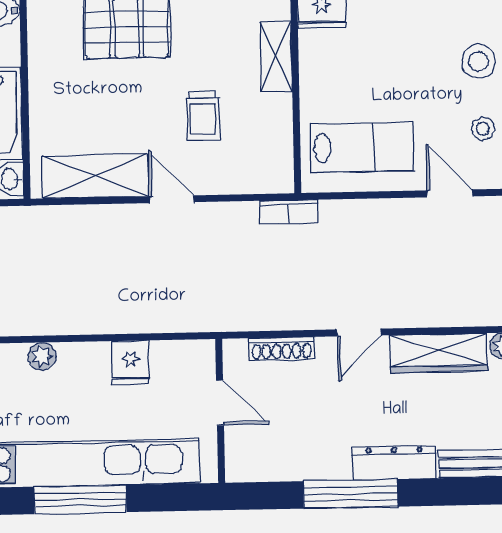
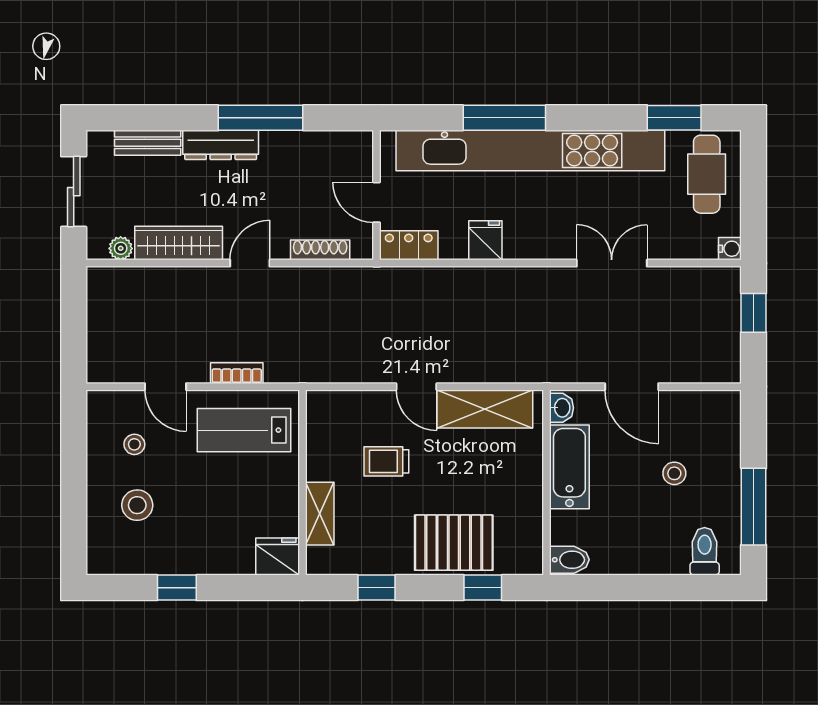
trolley: (203, 116) -> (386, 461), turned -90
bookcase: (288, 212) -> (237, 373), moved
plant: (42, 356) -> (536, 247), removed
locker: (183, 356) -> (409, 245), added
fridge: (130, 362) -> (485, 240), moved

